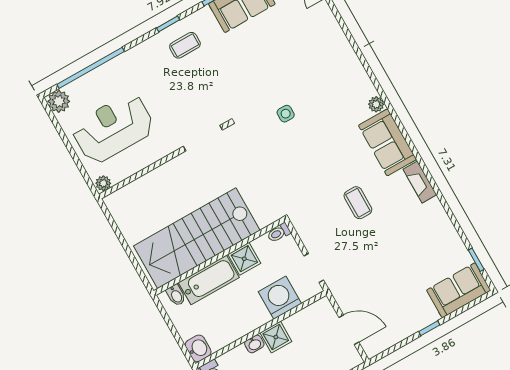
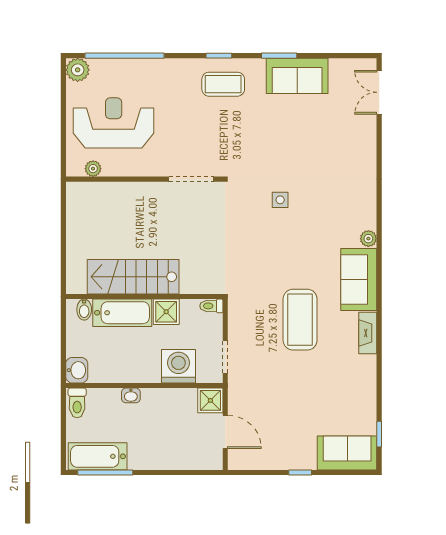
coffee table: (185, 45) -> (223, 84), width x1.36, depth x1.30
plant: (103, 183) -> (93, 169), moved
coffee table: (358, 203) -> (300, 320), width x1.86, depth x1.72
stairs: (197, 238) -> (133, 277), width x0.73, depth x0.66
shower: (276, 337) -> (210, 400), moved

